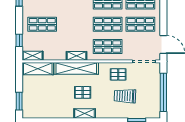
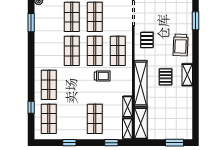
trolley: (83, 31) -> (102, 76), added
shelving: (76, 56) -> (127, 107), moved
trolley: (125, 96) -> (181, 45), moved

